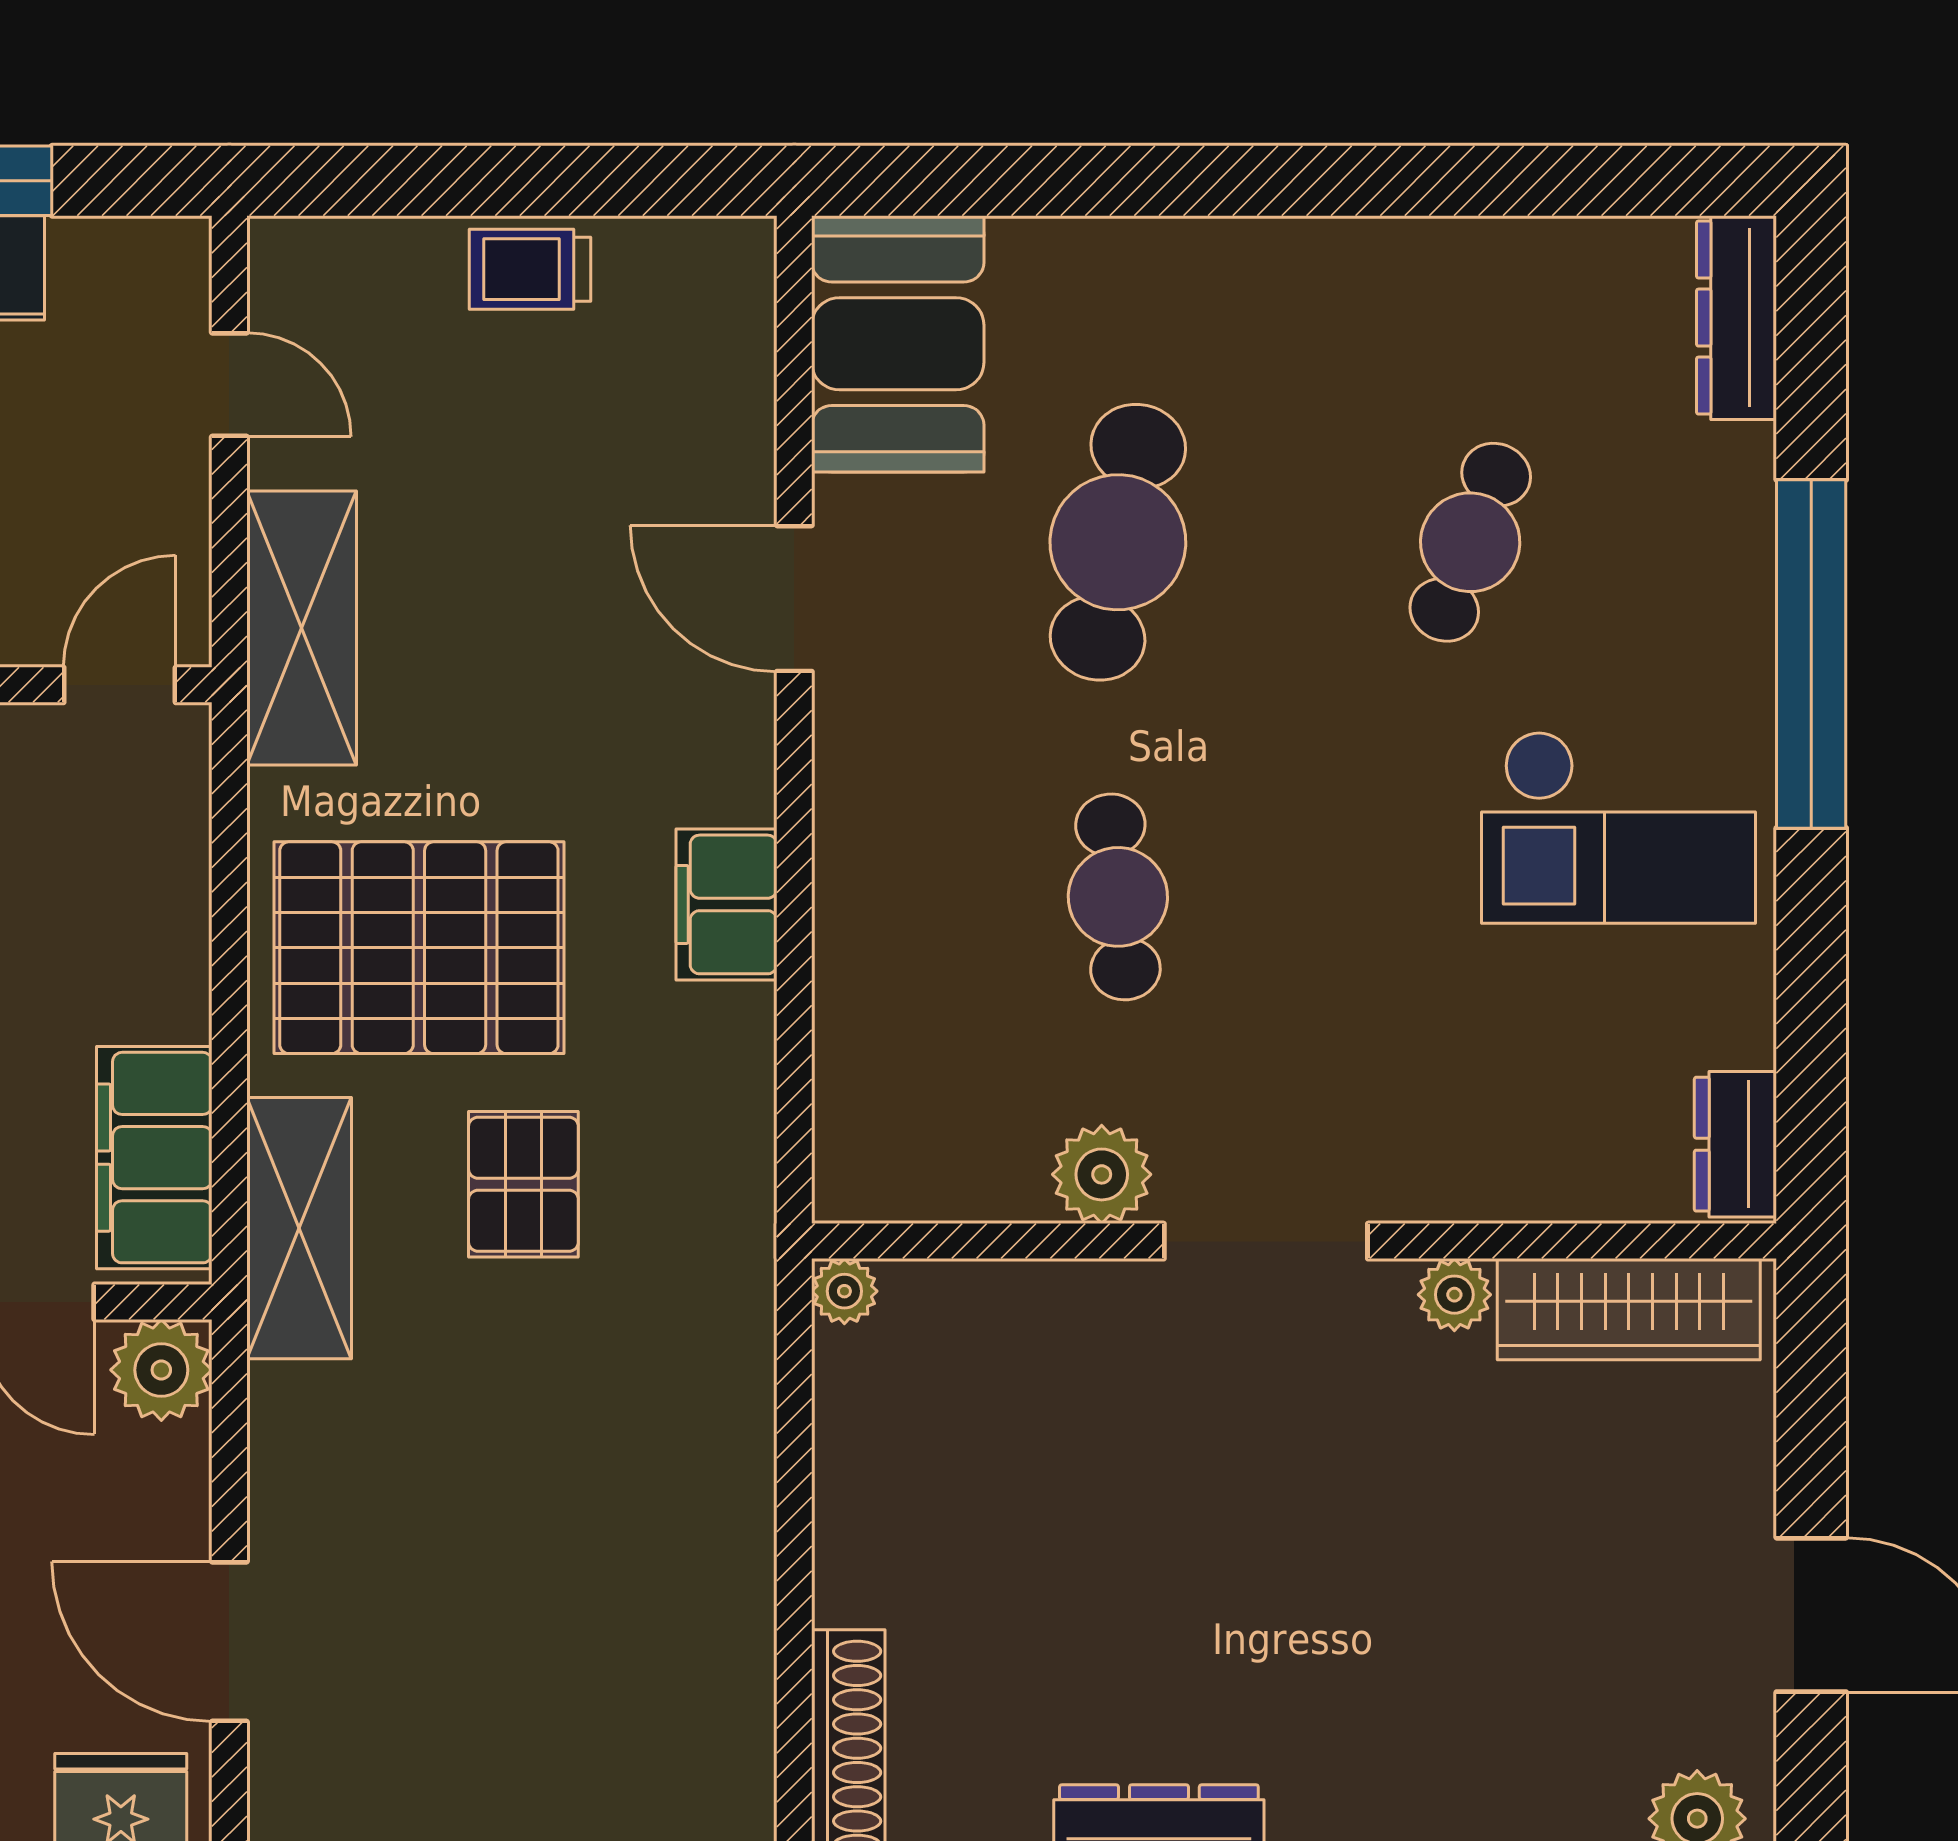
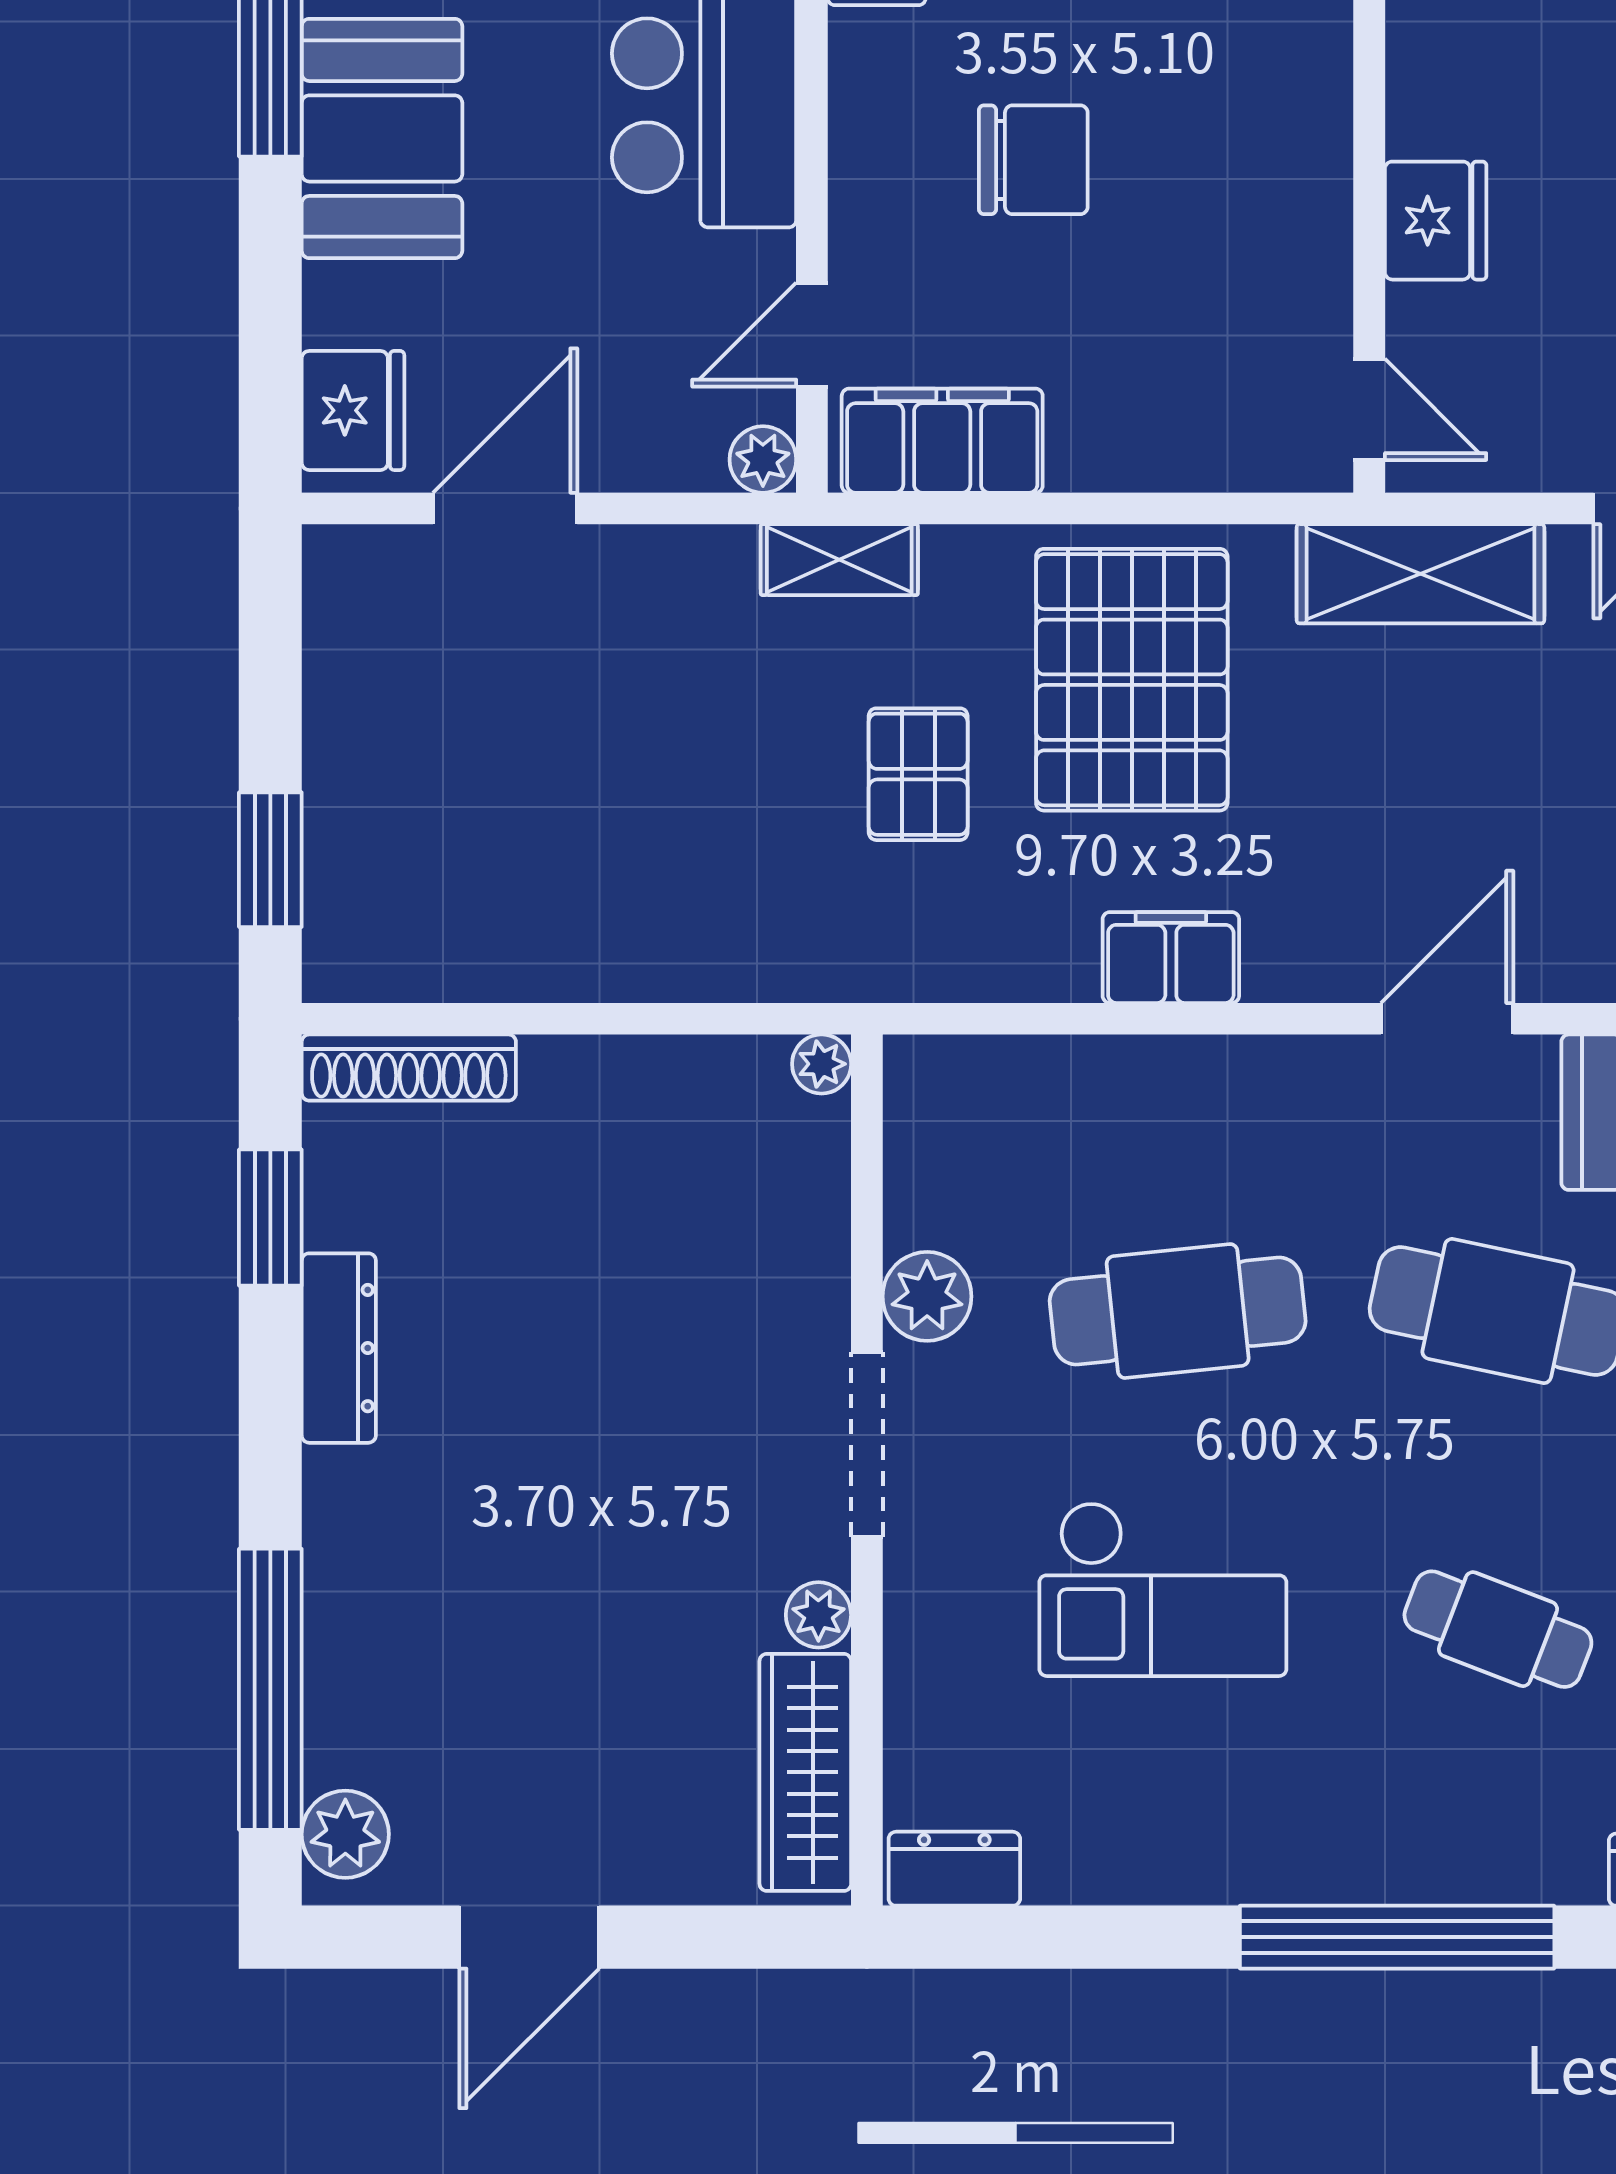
checkout: (1618, 827) -> (1163, 1589), moved, turned -90
cafe table: (1118, 897) -> (1178, 1311), width x1.37, depth x1.35
pallet: (523, 1184) -> (918, 774), turned 90
shelving: (299, 1228) -> (839, 560), width x0.67, depth x0.75
plant: (161, 1370) -> (763, 460), width x0.73, depth x0.73

